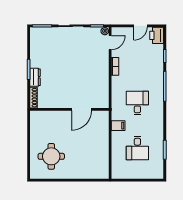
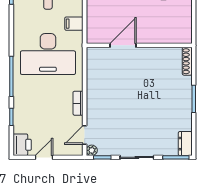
dresser: (35, 77) -> (185, 144), moved
desk: (137, 103) -> (48, 54), width x1.87, depth x1.30

